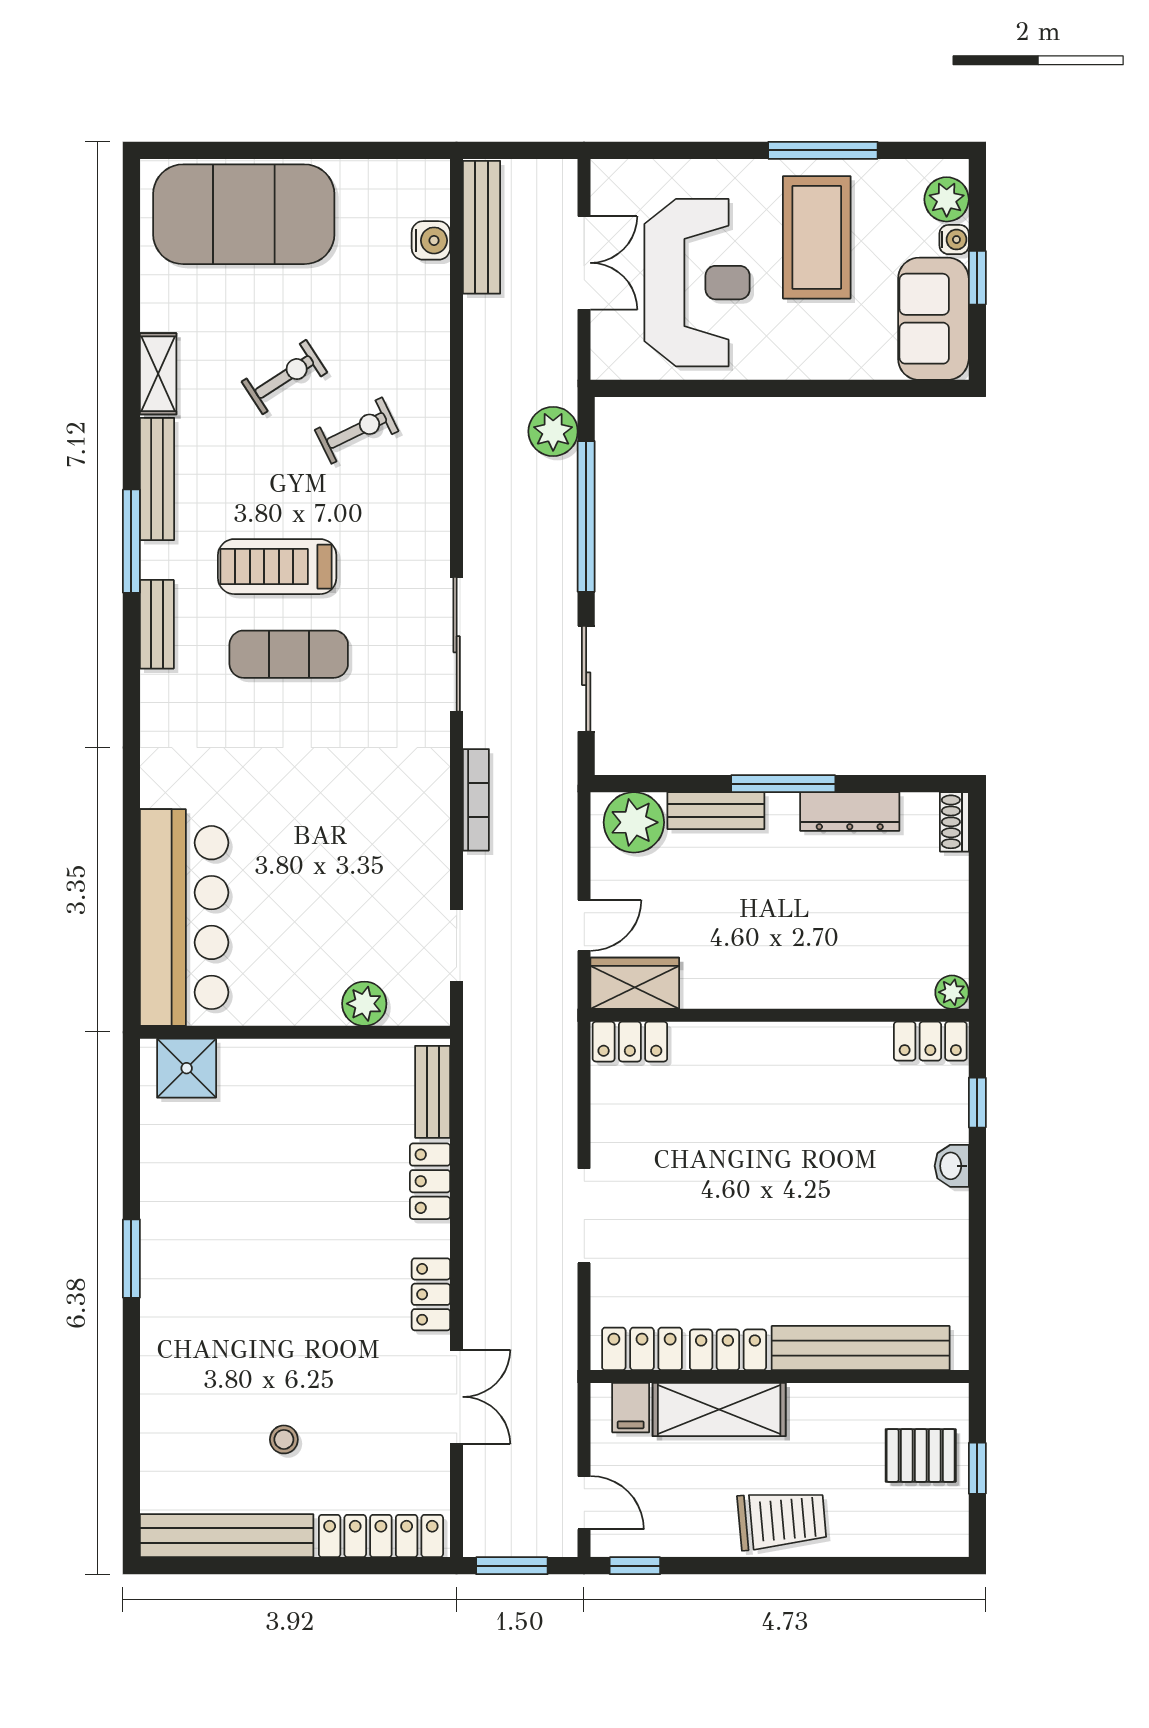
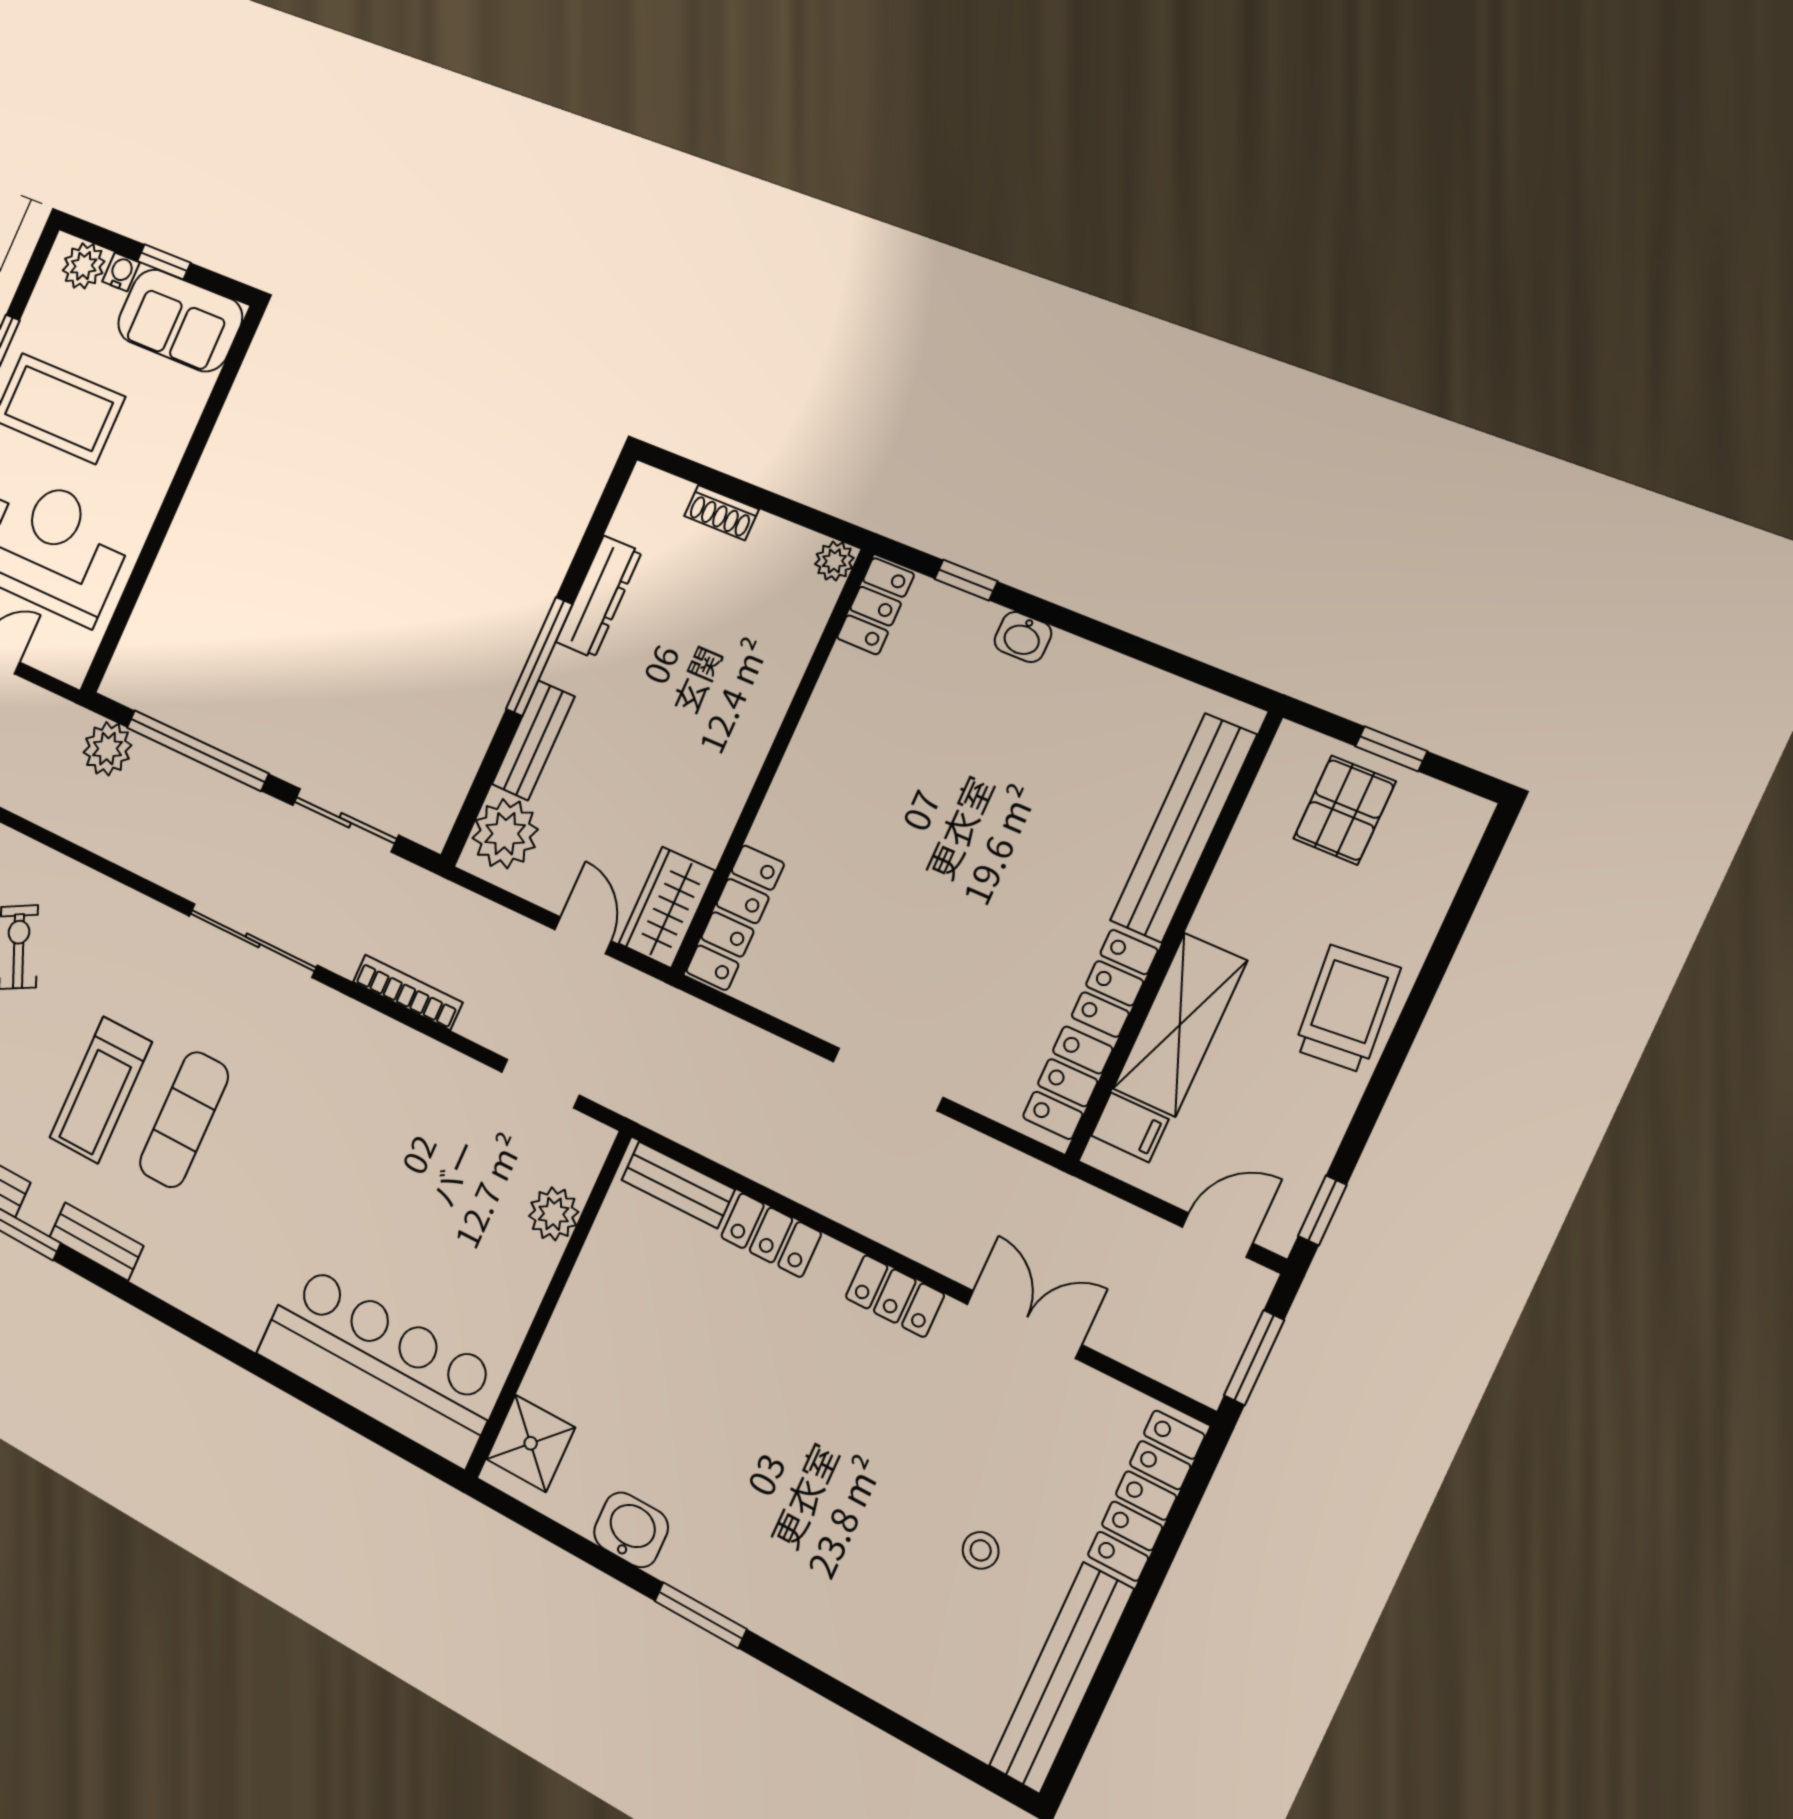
shoe rack: (954, 822) -> (722, 513), moved
locker: (630, 1042) -> (735, 918), width x1.53
washbasin: (164, 1177) -> (631, 1530), added

